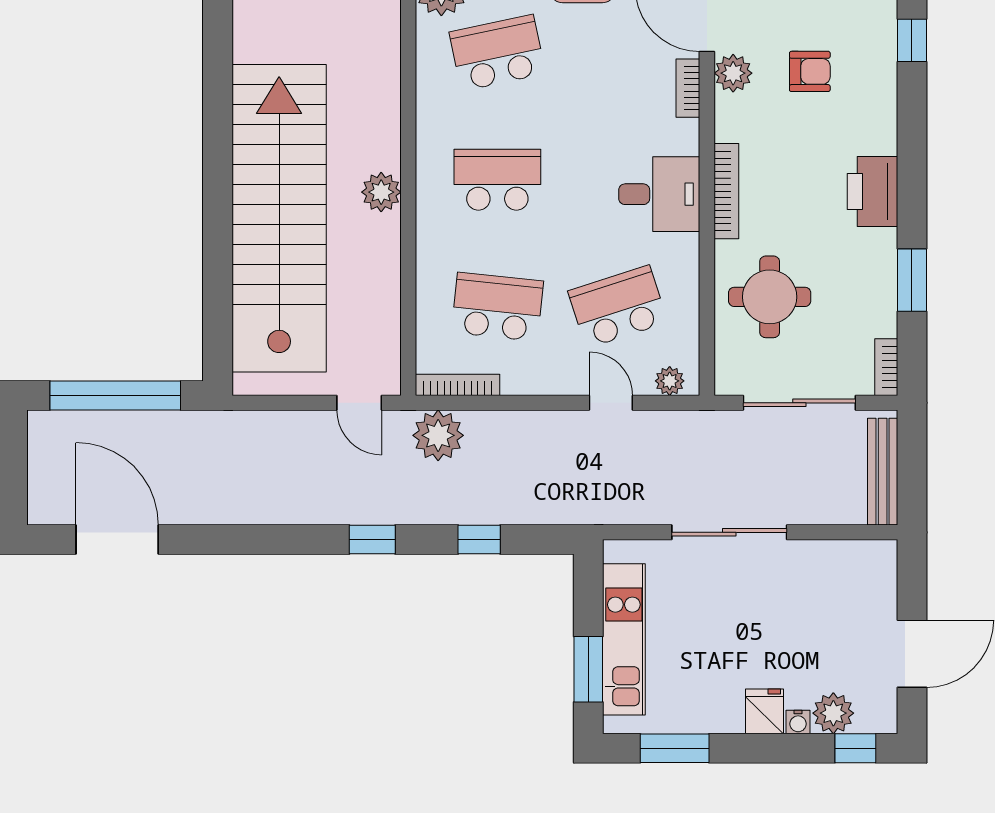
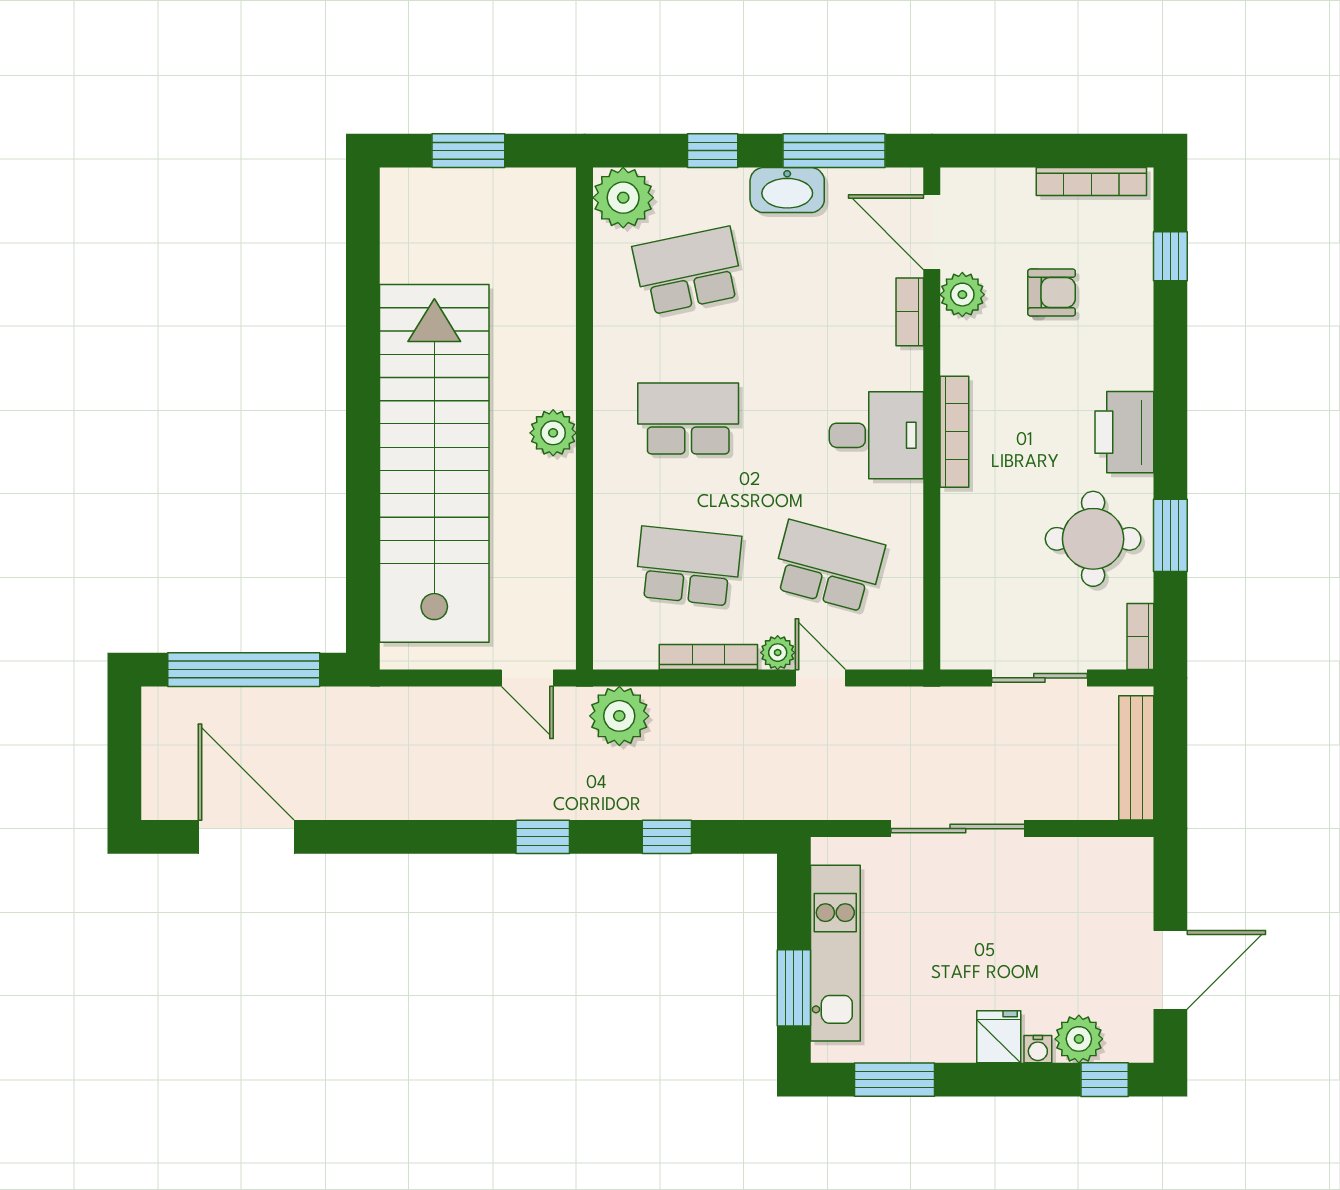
round table: (770, 297) -> (1093, 539), moved
school desk: (618, 307) -> (828, 566), turned 33
plant: (670, 381) -> (778, 653), moved
bookcase: (458, 385) -> (708, 657), moved
sliding door: (799, 403) -> (1039, 678), width x0.73

